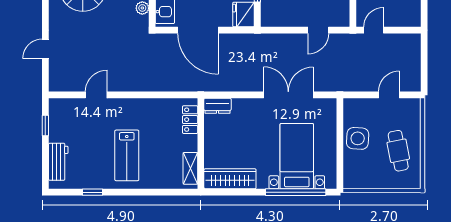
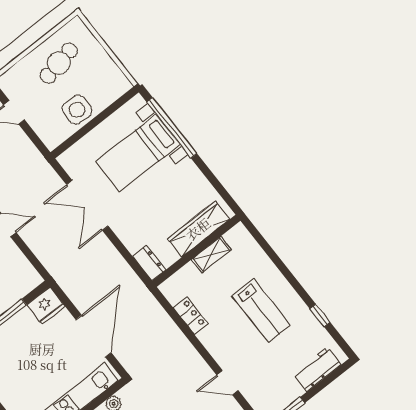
locker: (190, 120) -> (190, 316), moved, turned -90
lab bench: (127, 155) -> (261, 311), turned 90
shelving: (190, 168) -> (211, 255), moved
wardrobe: (230, 179) -> (198, 229), moved, turned 90

